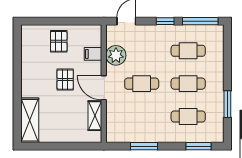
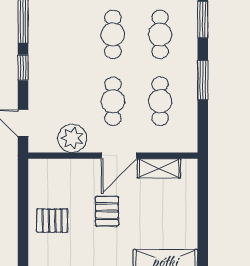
cafe table: (188, 51) -> (160, 101), moved
filing cabinet: (93, 54) -> (70, 171), removed
pallet: (65, 80) -> (107, 211), turned 90
window: (144, 146) -> (203, 80), moved

